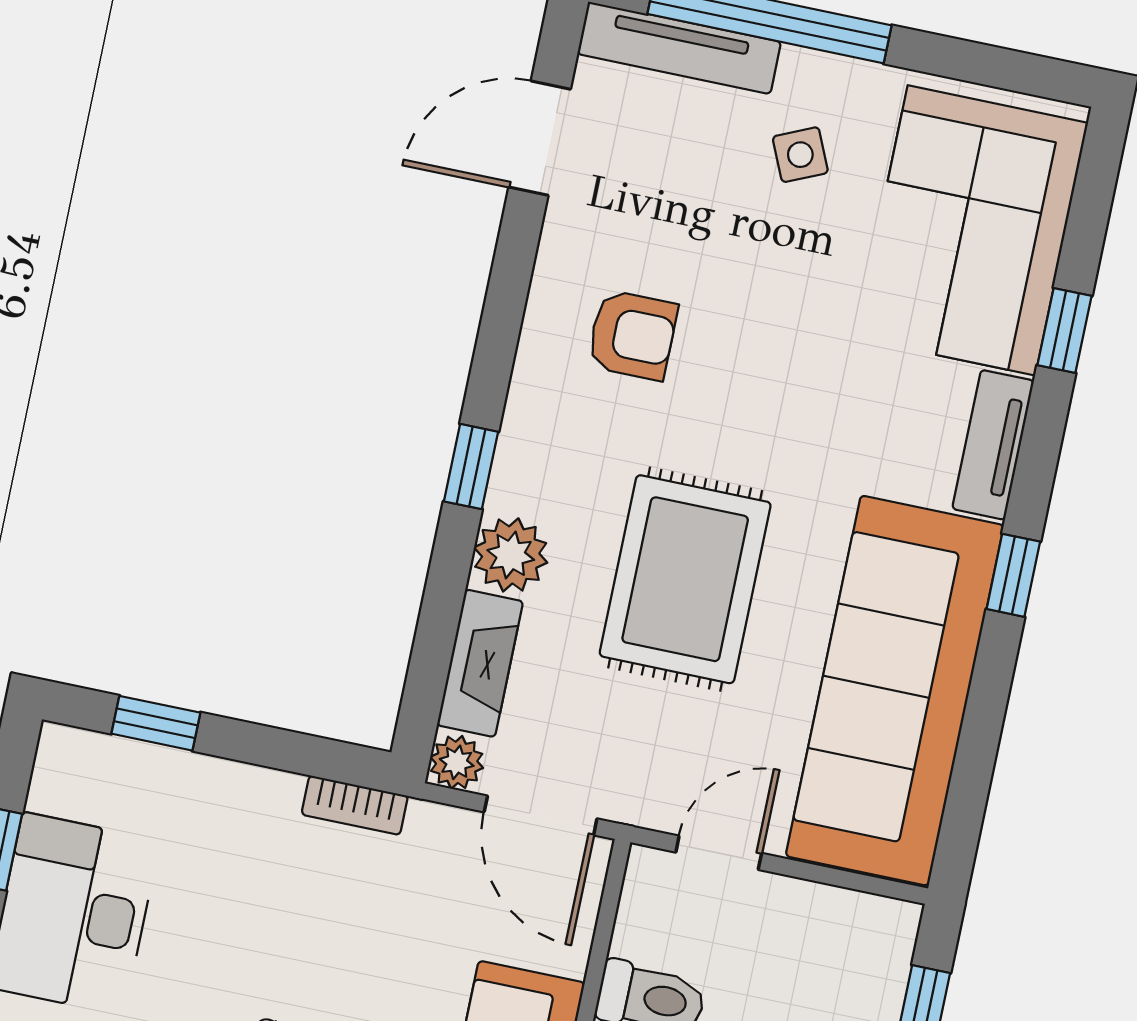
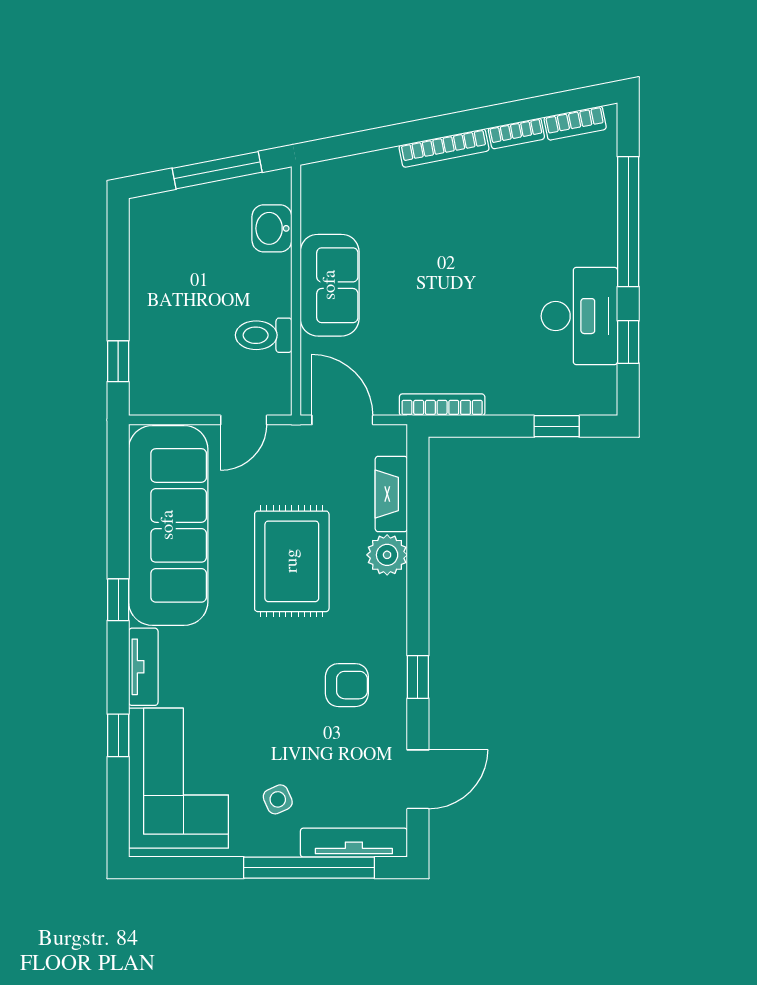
armchair: (632, 335) -> (347, 685), turned 180
window: (471, 467) -> (418, 677), moved
plant: (457, 762) -> (393, 439), removed
bookcase: (355, 805) -> (442, 405), width x1.56

